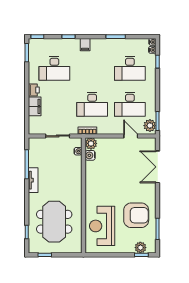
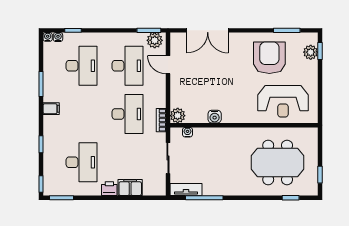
filing cabinet: (85, 45) -> (51, 109), moved
door: (131, 136) -> (168, 65), hinge flipped
water cooler: (90, 155) -> (215, 117), moved
tv unit: (33, 180) -> (186, 189), moved

